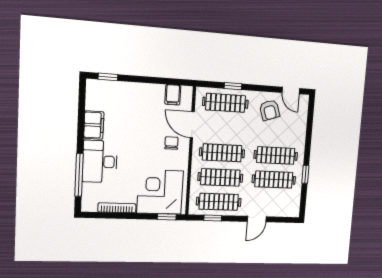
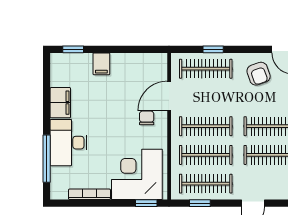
filing cabinet: (173, 95) -> (101, 64), moved
door: (192, 125) -> (169, 96), hinge flipped

